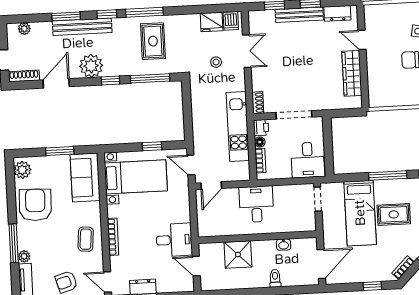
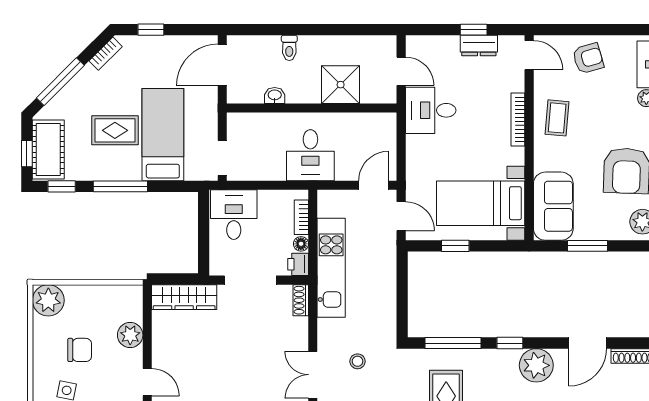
plant: (376, 72) -> (130, 335), added
wardrobe: (352, 73) -> (184, 297), moved, turned 90

